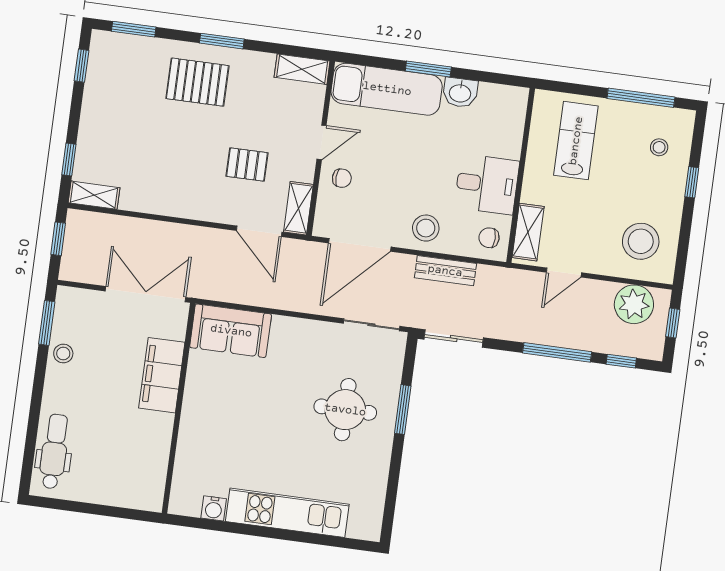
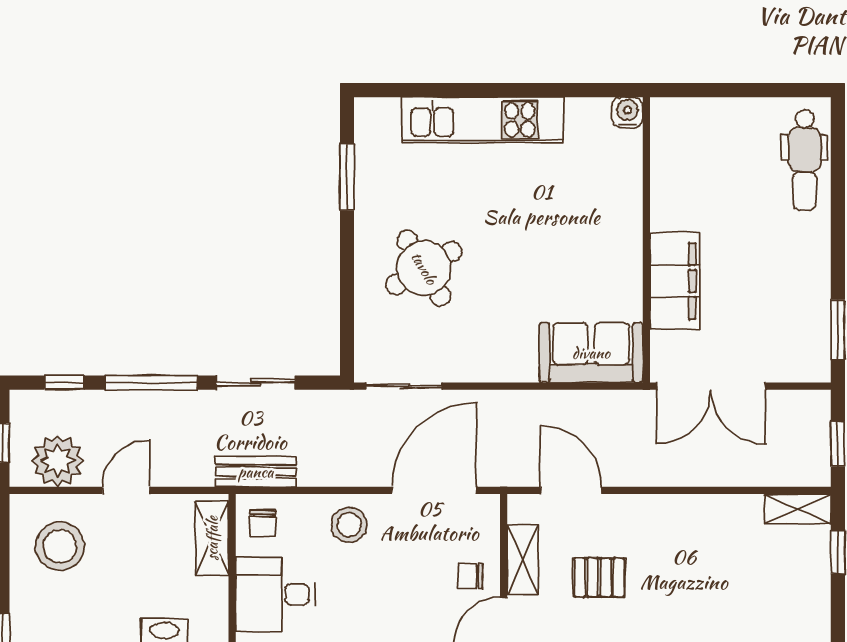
shelving: (298, 208) -> (523, 559), moved
chair: (489, 238) -> (263, 523), turned 90
bench: (445, 271) -> (256, 472), moved
door: (564, 273) -> (126, 490), moved
sliding door: (454, 338) -> (256, 383), moved
stool: (63, 354) -> (810, 292), removed
round table: (345, 410) -> (424, 268), turned -31
window: (403, 410) -> (347, 177), moved
water cooler: (214, 508) -> (628, 112), moved

